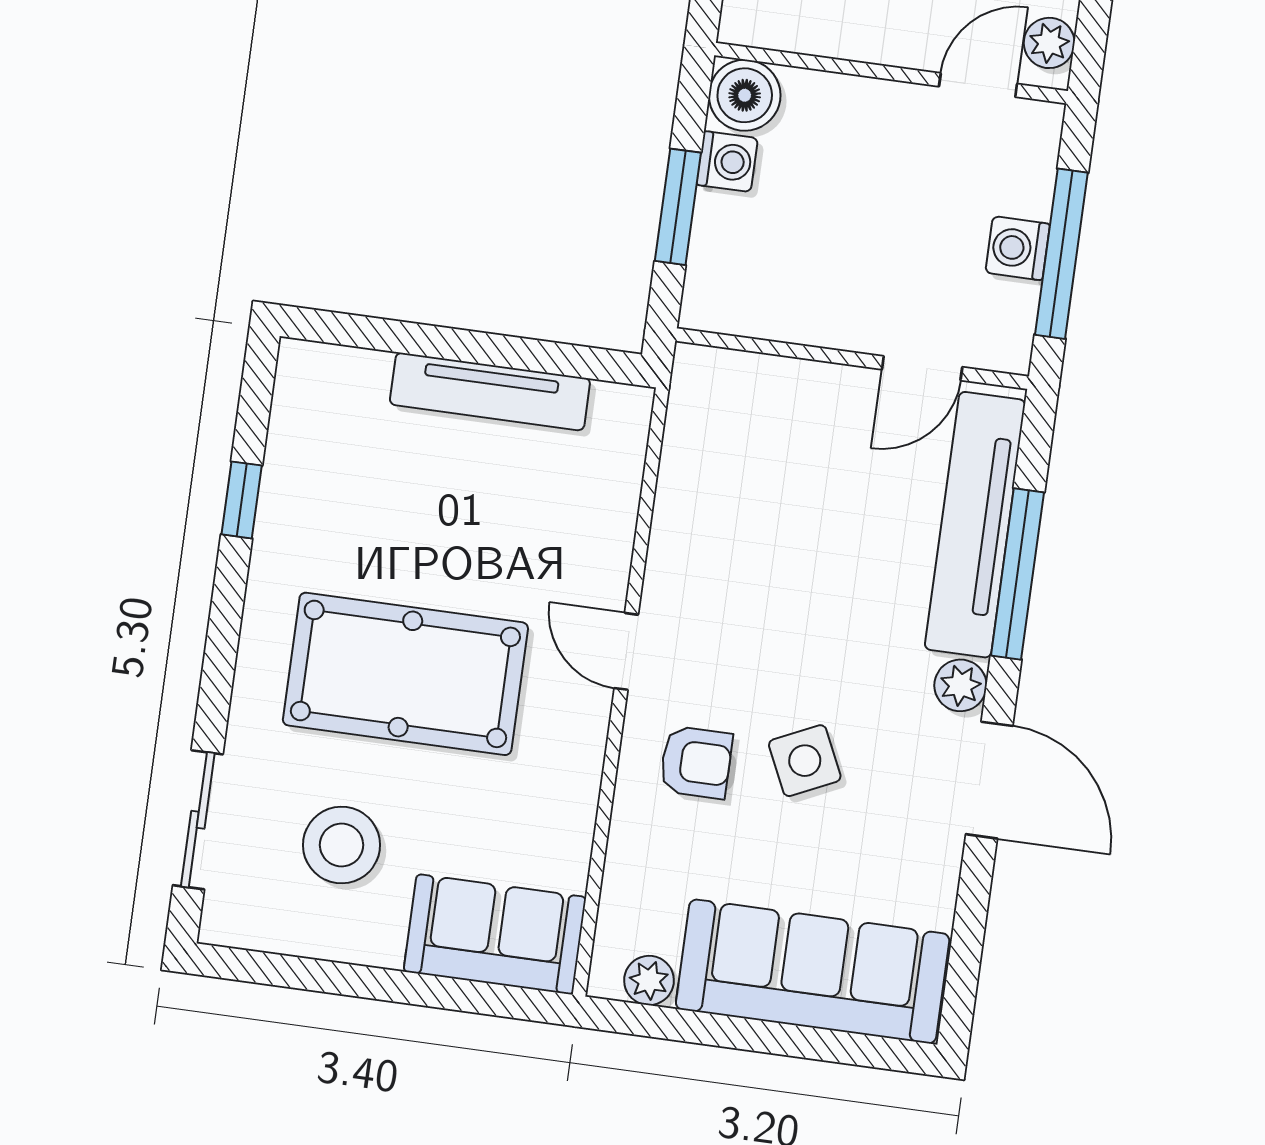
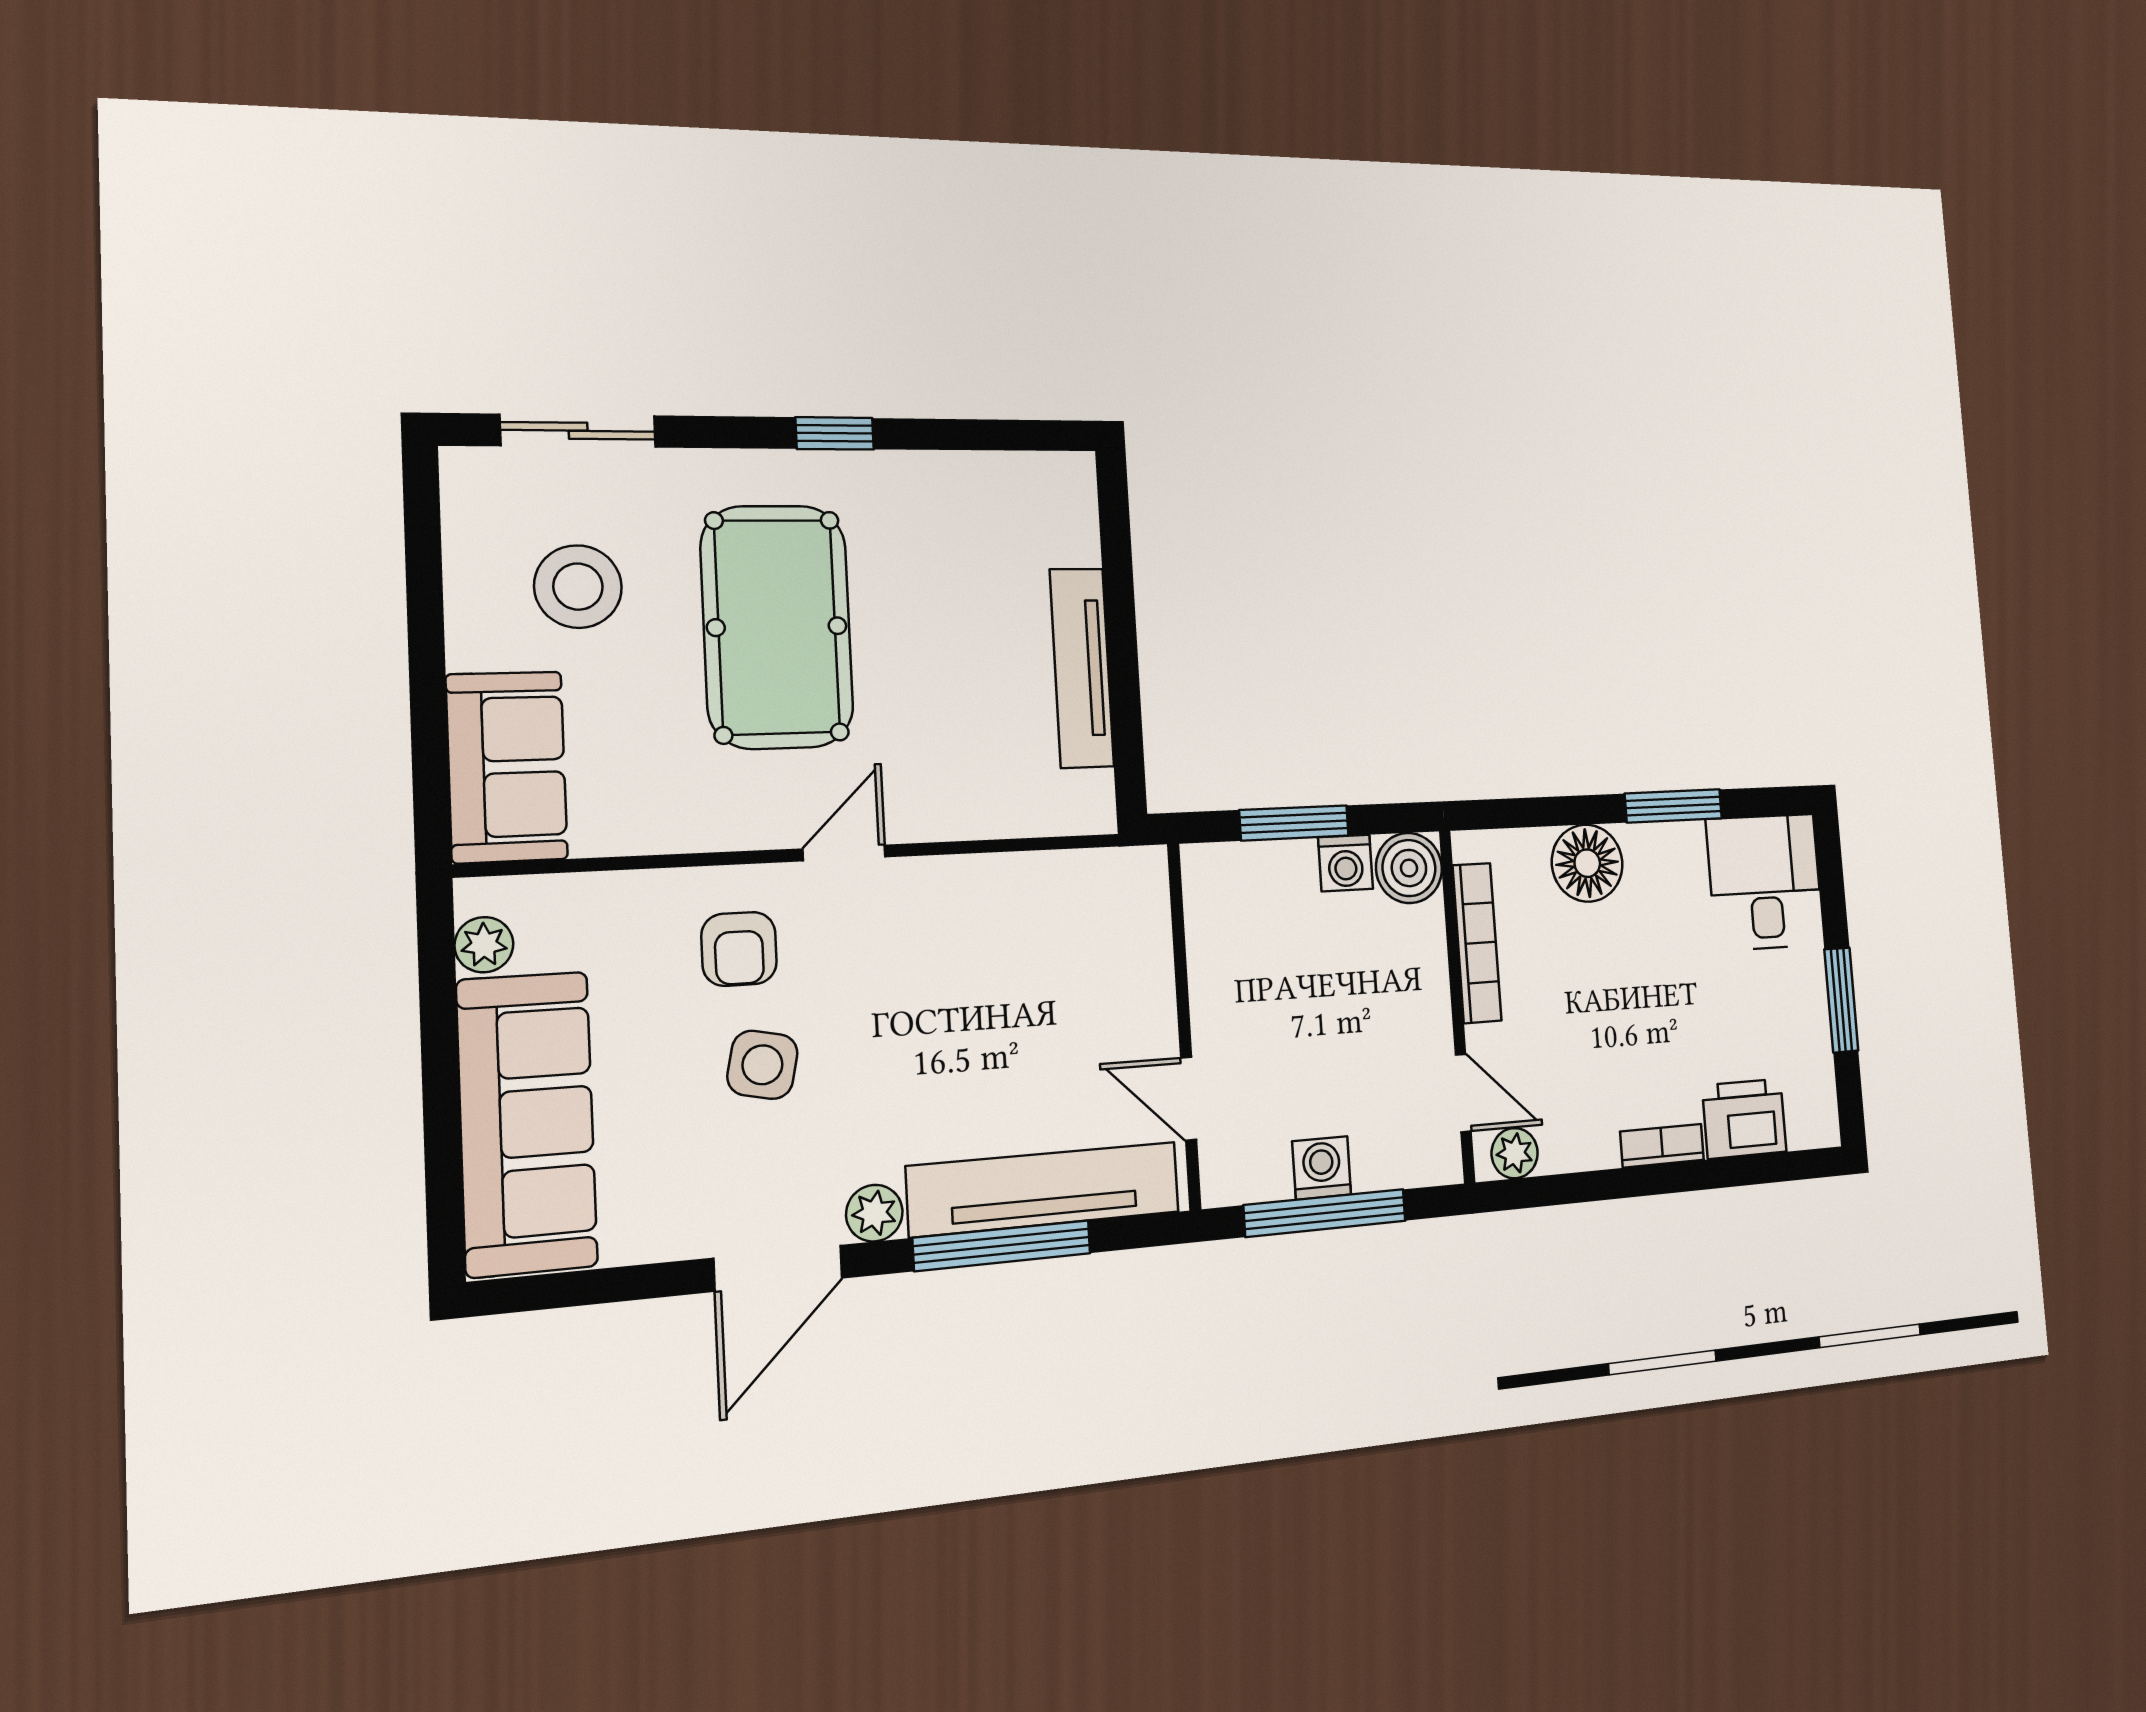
bookcase: (833, 38) -> (1477, 943), added
window: (242, 500) -> (835, 433), moved
side table: (805, 761) -> (762, 1065), turned 37

